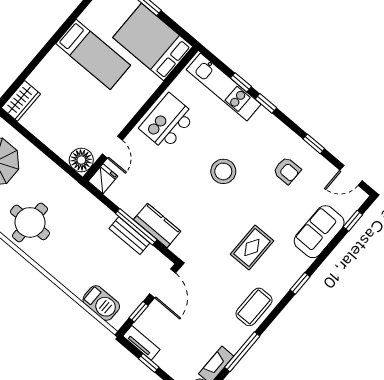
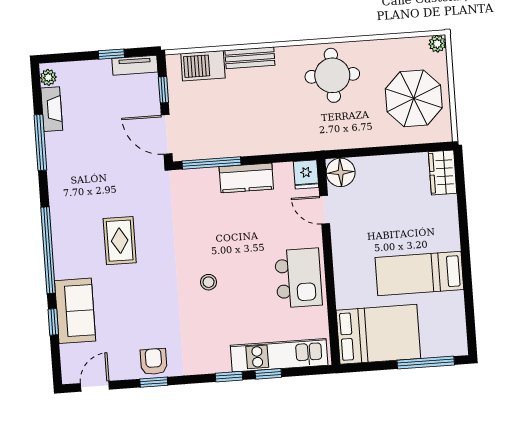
stool: (223, 171) -> (209, 282), width x0.53, depth x0.53
armchair: (287, 171) -> (154, 362), moved, turned 90
window: (353, 221) -> (53, 322), moved
kitchen counter: (157, 225) -> (246, 178), moved
window: (136, 227) -> (211, 163), moved
bench: (129, 236) -> (250, 58), moved
window: (300, 283) -> (48, 250), width x3.17
coffee table: (254, 307) -> (68, 191), removed

